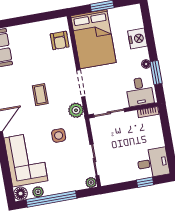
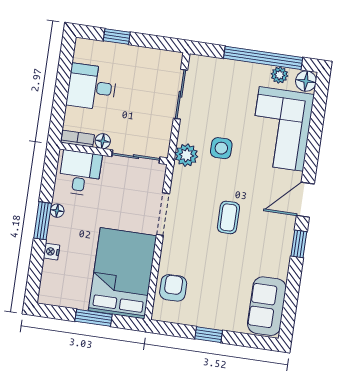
window: (29, 19) -> (209, 335), added
nightstand: (138, 39) -> (52, 252), width x0.53, depth x0.56
window: (156, 73) -> (43, 221), moved
plant: (76, 110) -> (186, 155), moved
floor lamp: (132, 116) -> (103, 141), added
desk: (153, 163) -> (92, 87), moved
plant: (91, 183) -> (197, 63), removed

